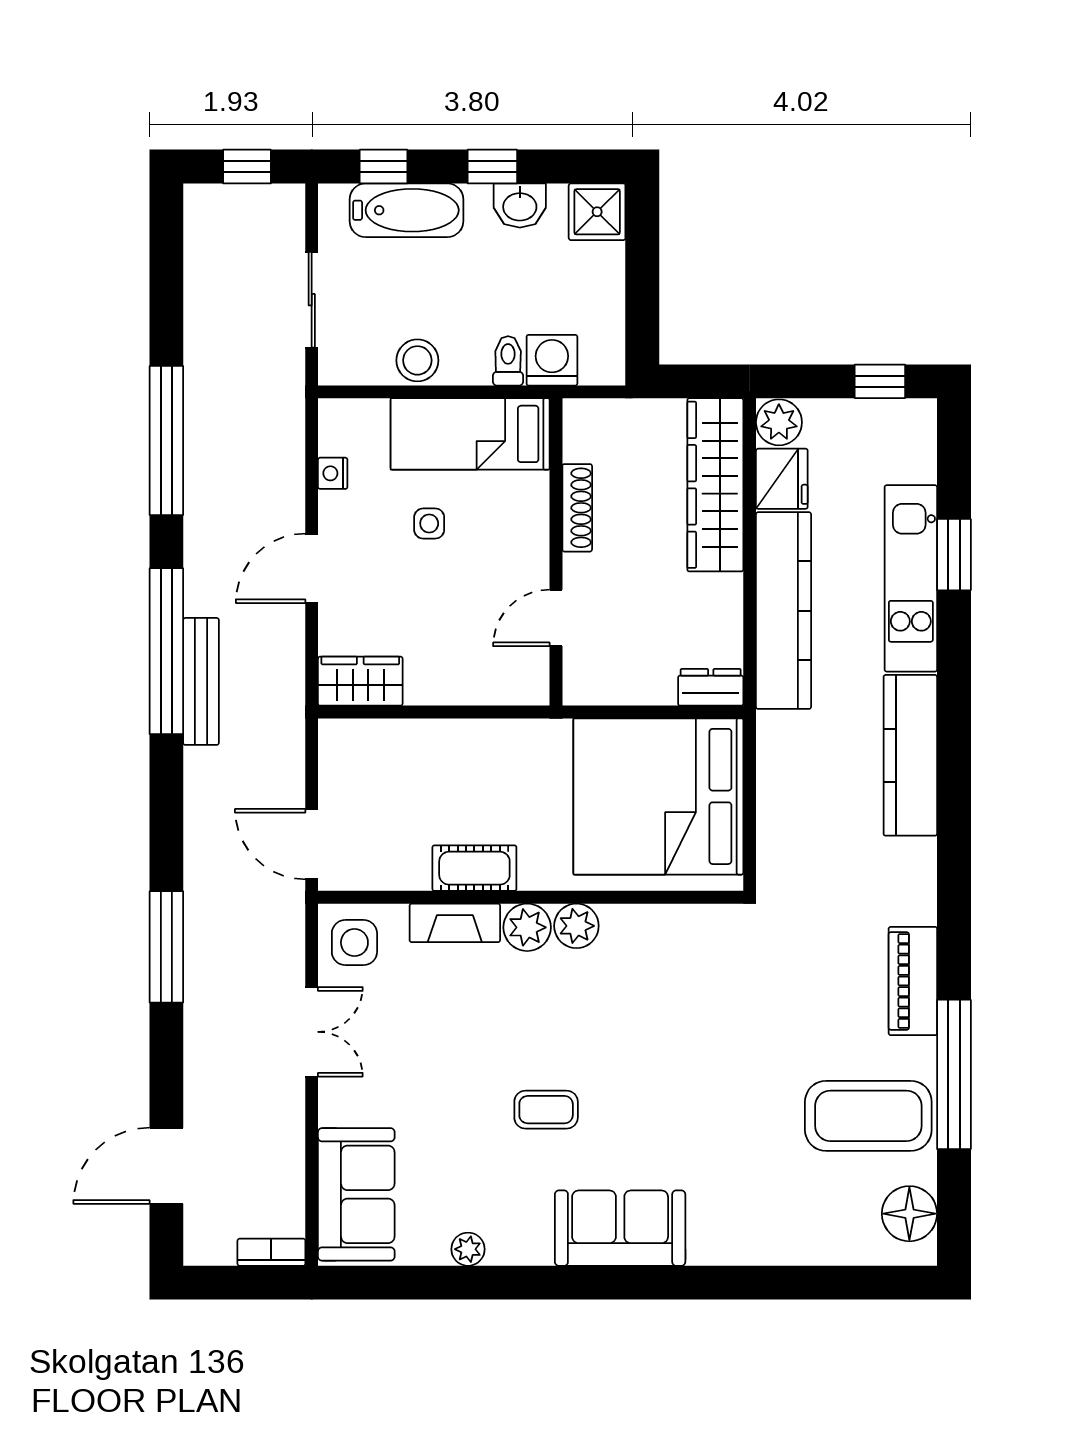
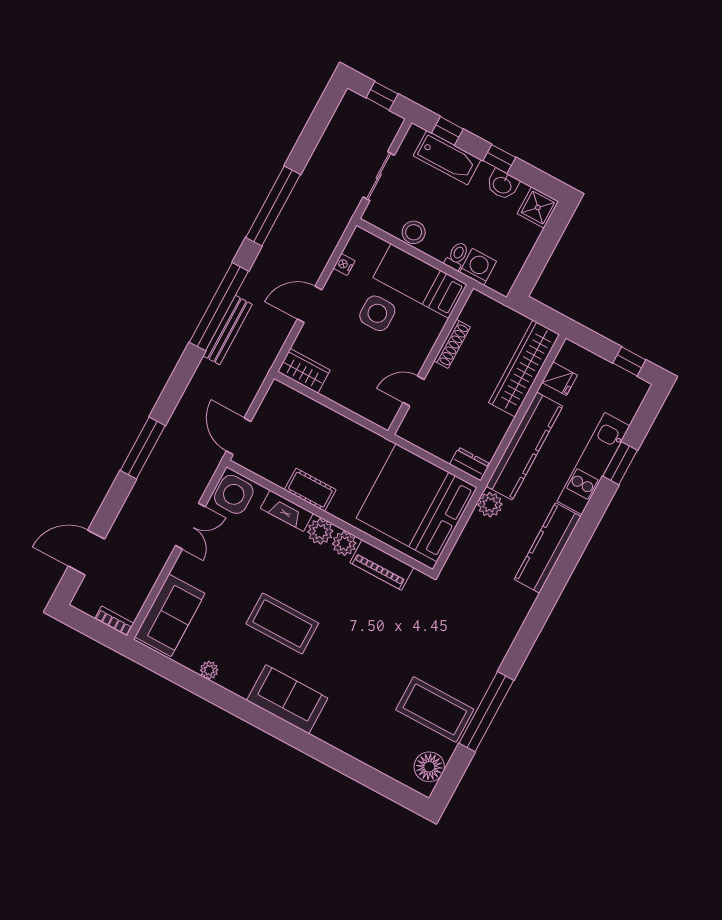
plant: (779, 422) -> (490, 505), moved
fridge: (782, 479) -> (560, 379), width x0.72
side table: (429, 523) -> (377, 313), width x1.87, depth x1.87
side table: (354, 943) -> (234, 494), width x1.37, depth x1.37
piano: (913, 981) -> (382, 565), moved, turned -90
coffee table: (546, 1110) -> (282, 624), width x1.86, depth x1.72

